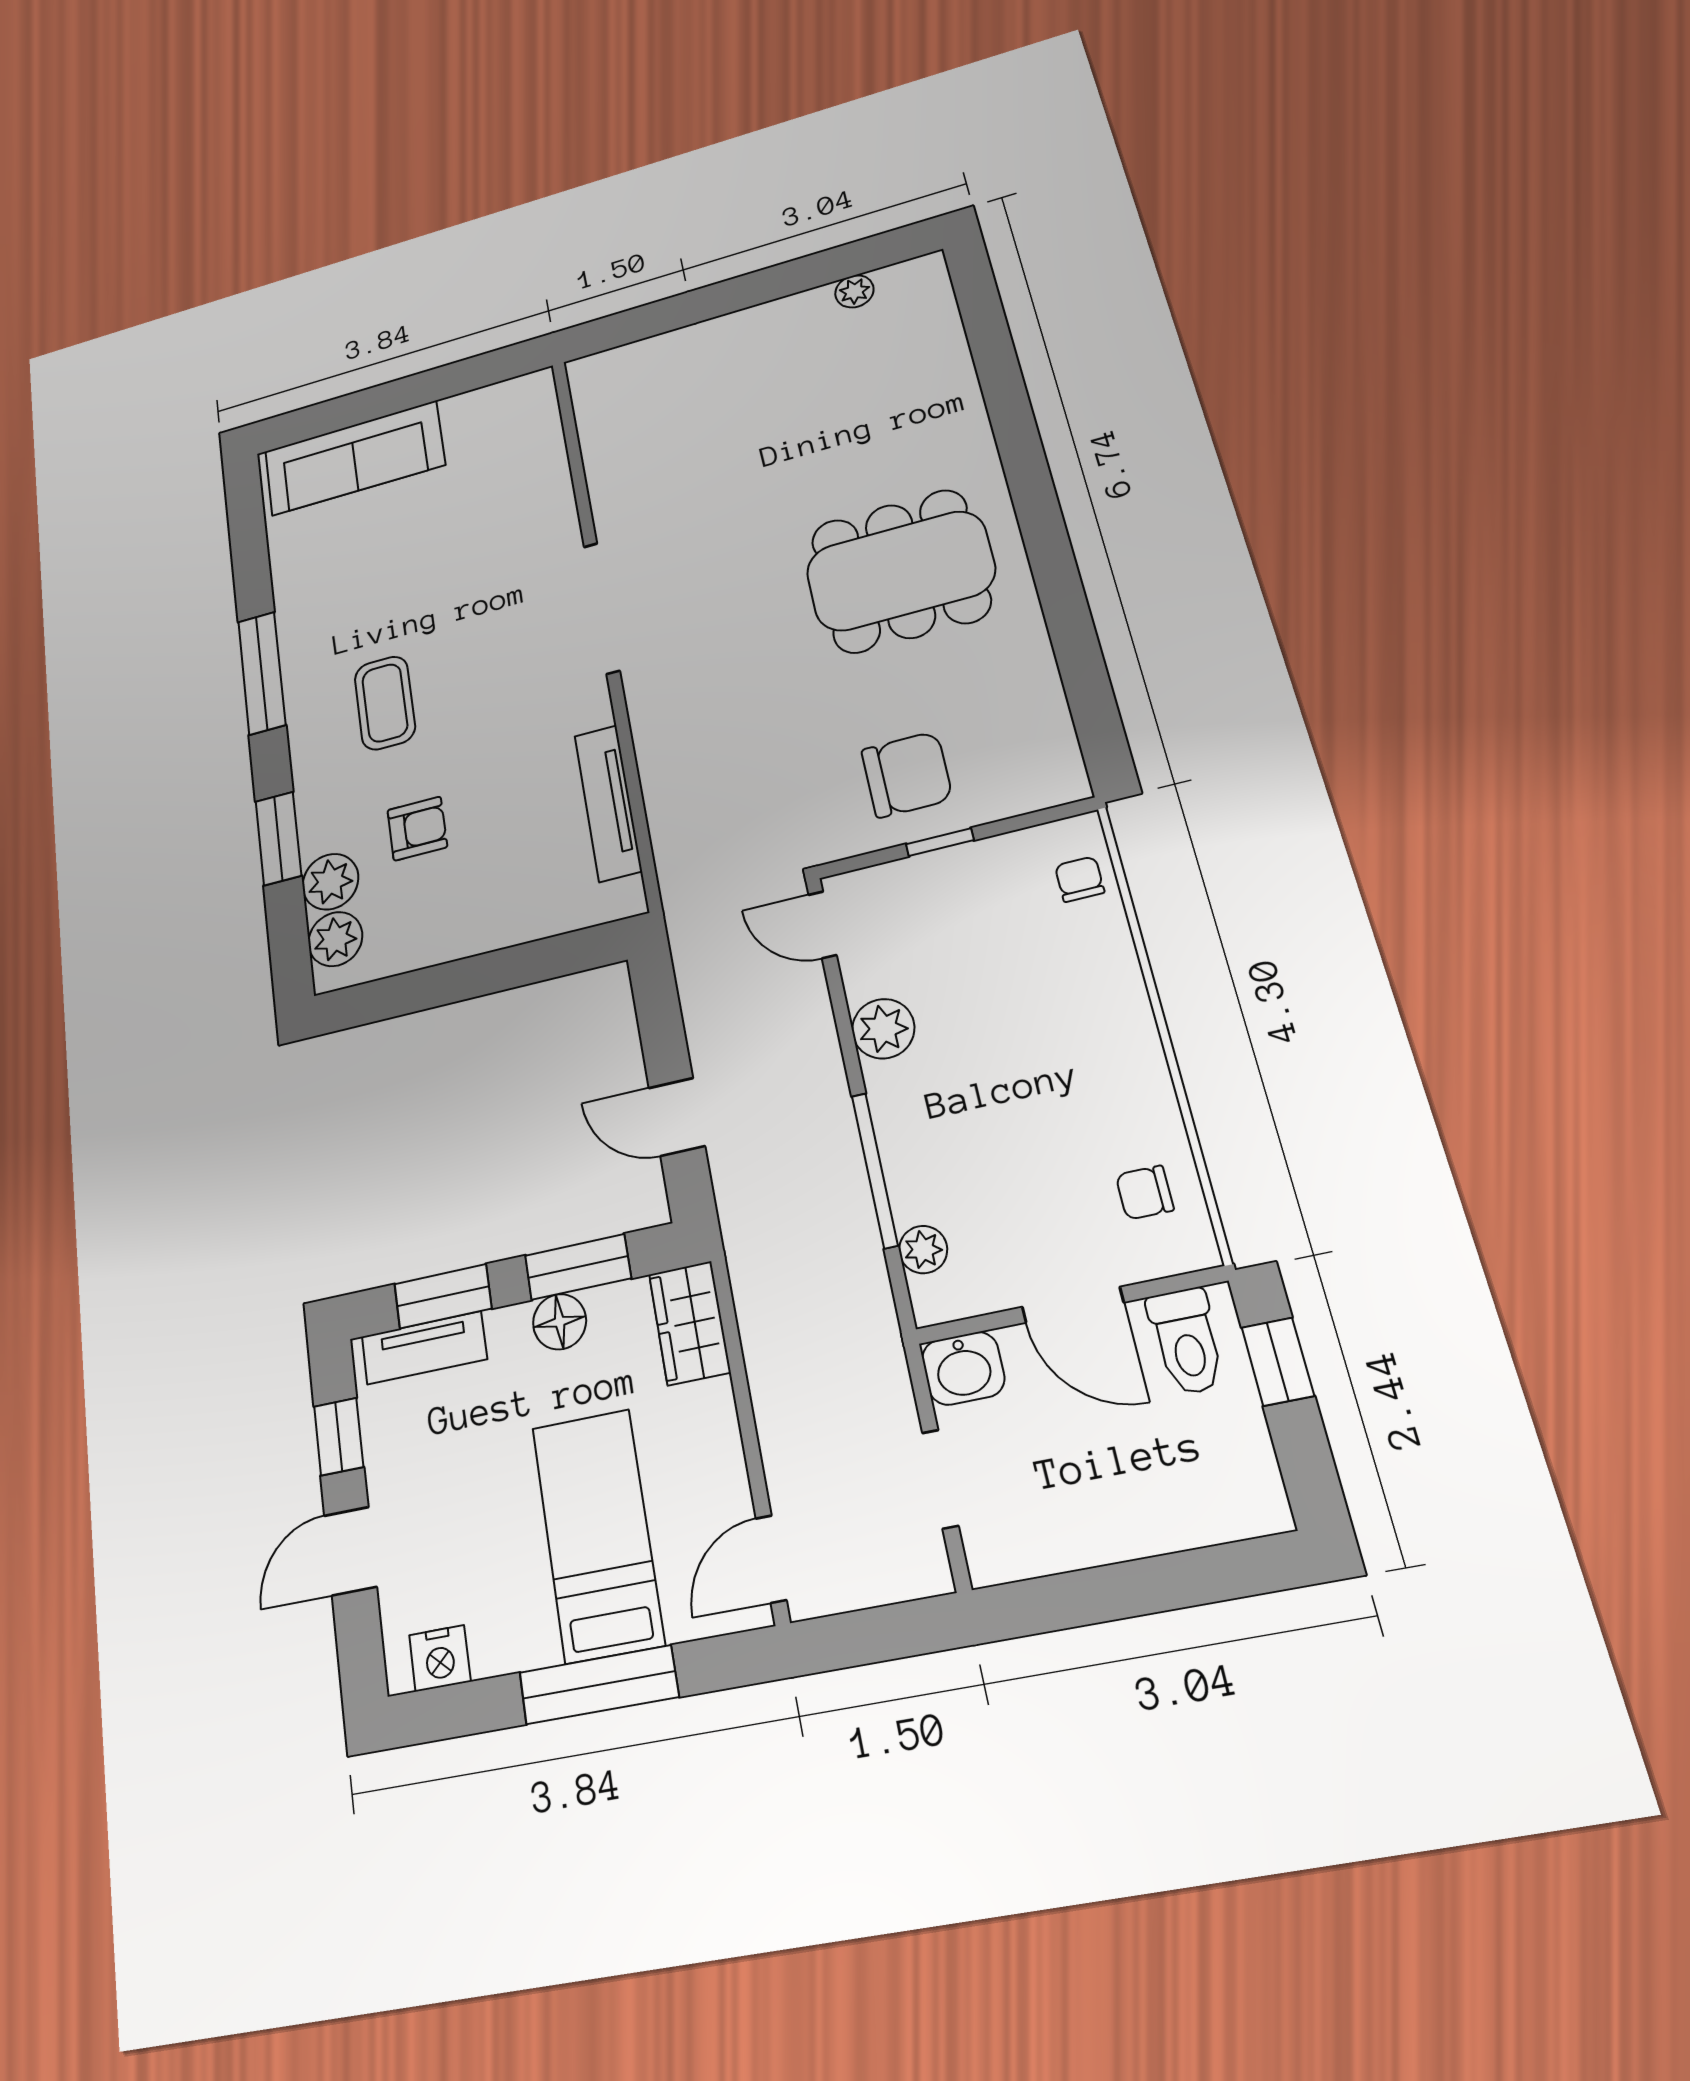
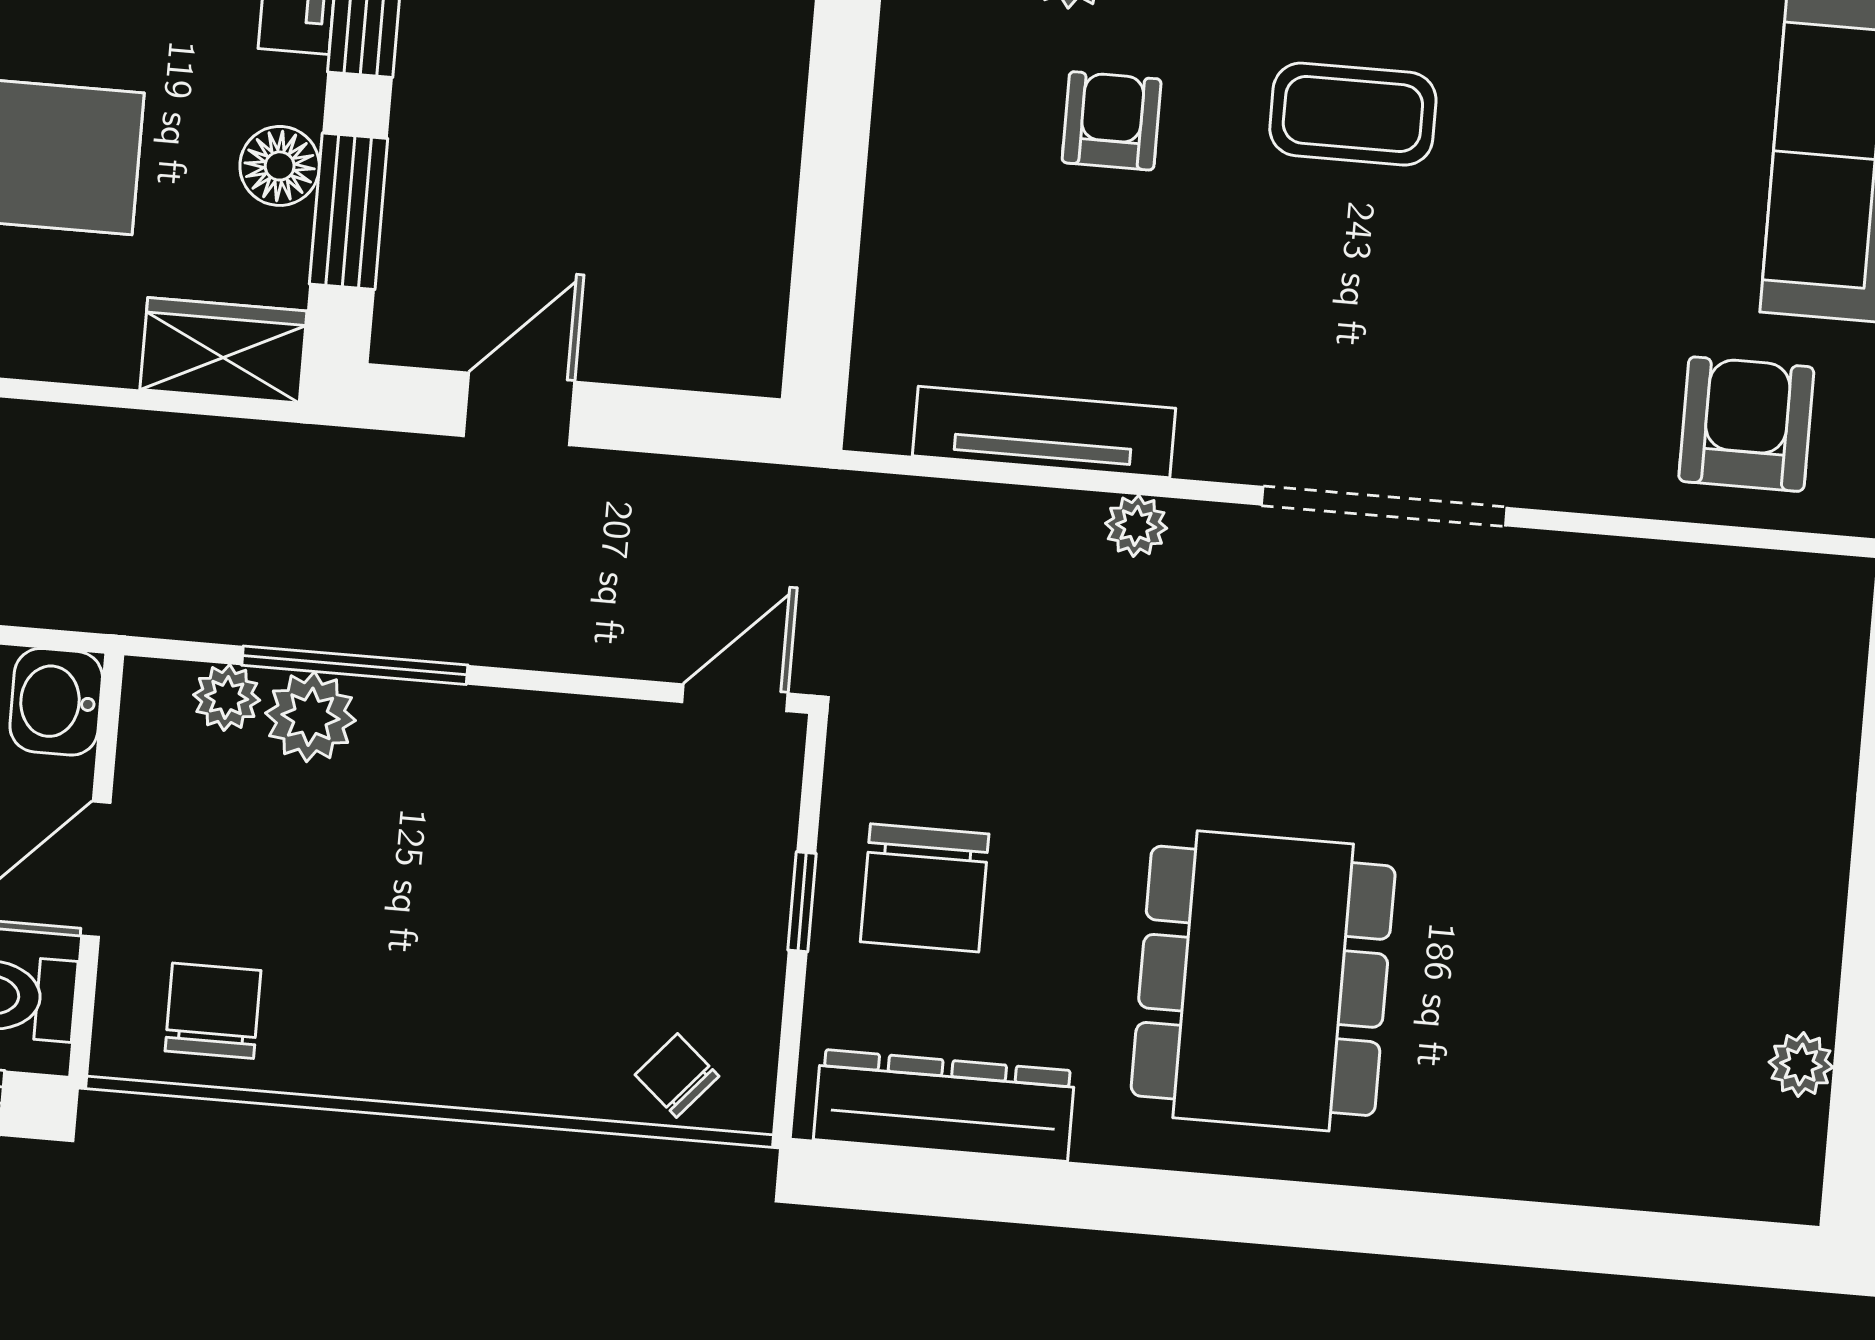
armchair: (508, 449) -> (1746, 424), added
dresser: (1041, 717) -> (944, 1105), added
plant: (650, 733) -> (1136, 526), added
armchair: (417, 829) -> (1112, 121), turned 180
chair: (1080, 879) -> (677, 1075), turned -139
plant: (883, 1029) -> (310, 717), moved
chair: (1145, 1193) -> (213, 1011), width x1.37, depth x1.37

